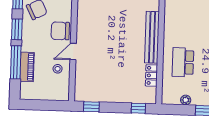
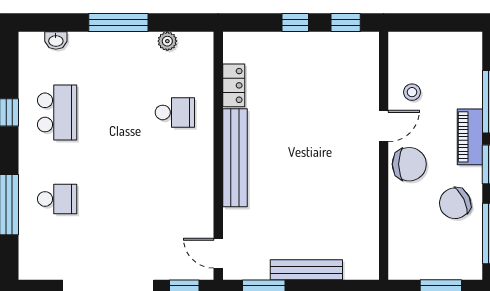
school desk: (183, 62) -> (175, 112), width x0.54
piano: (27, 67) -> (470, 137), moved
window: (138, 108) -> (295, 22), moved

